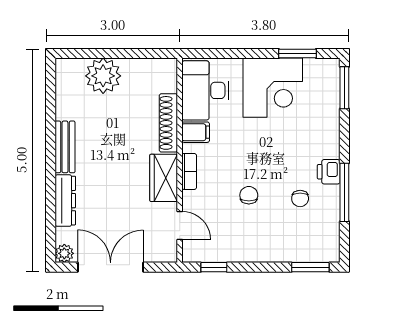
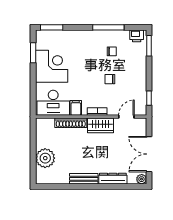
printer: (329, 172) -> (137, 36), moved

